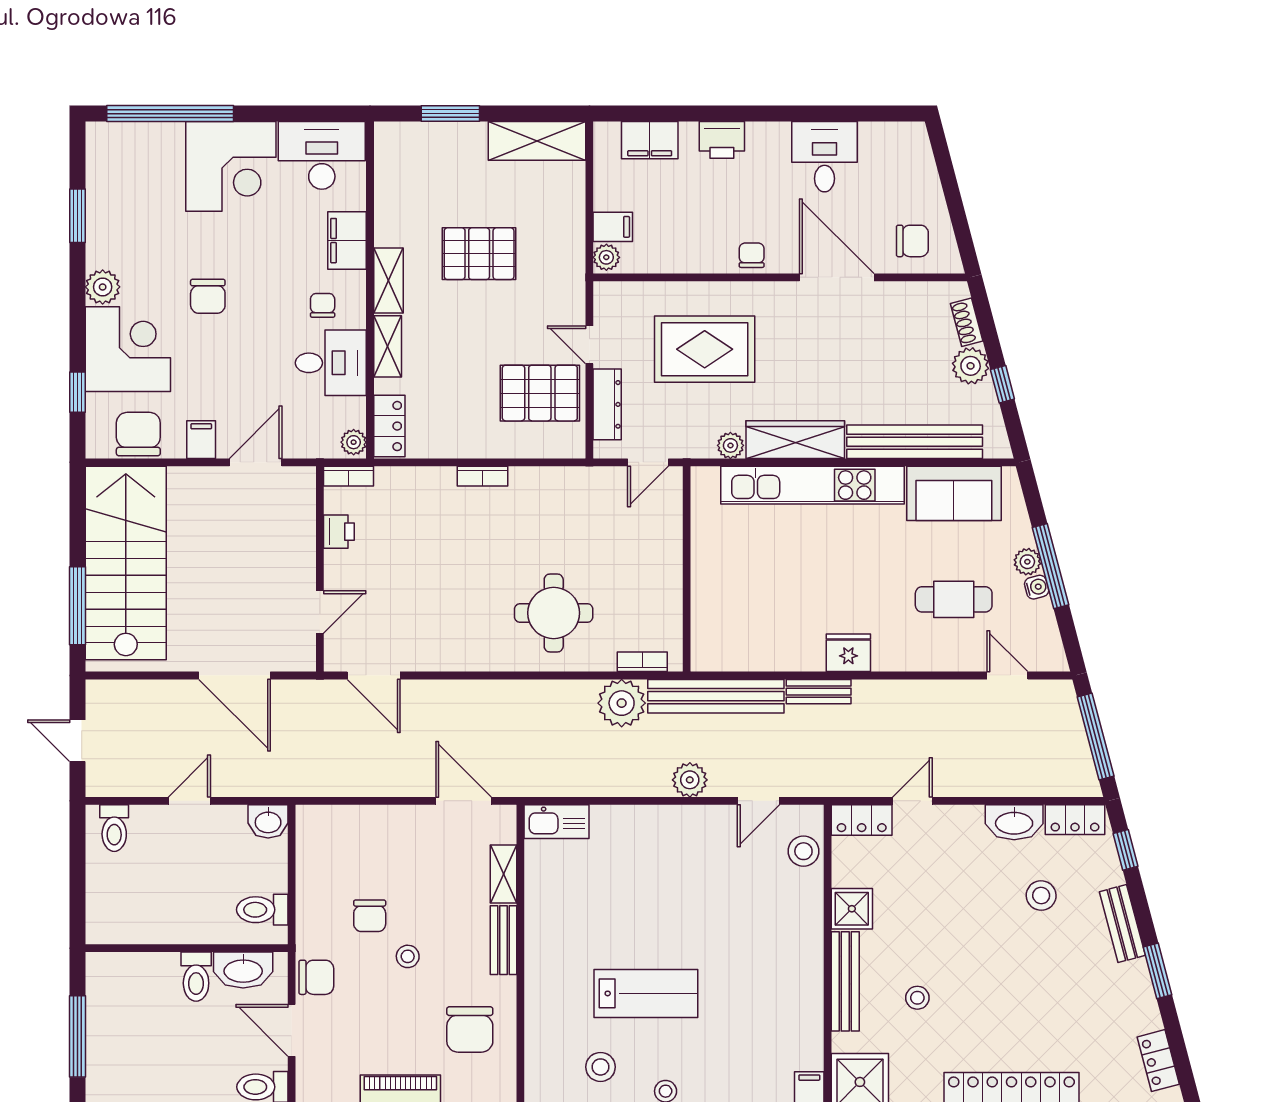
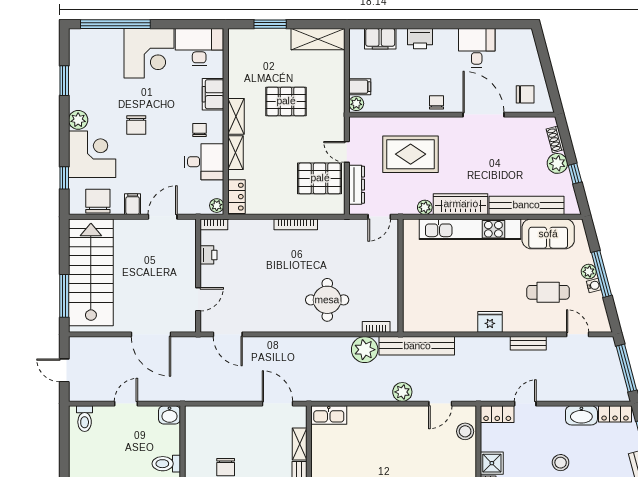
bookcase: (483, 476) -> (296, 224), width x1.56
bench: (819, 692) -> (528, 343), moved
stool: (1041, 895) -> (561, 463), moved

